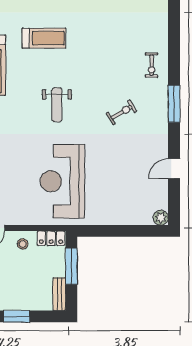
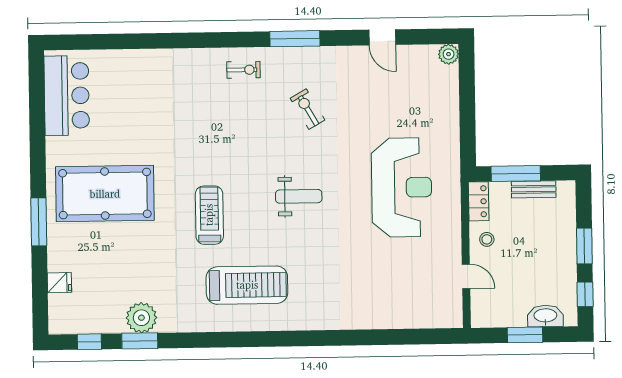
reception desk: (62, 181) -> (402, 187), turned -90
bench: (59, 294) -> (534, 189), moved

